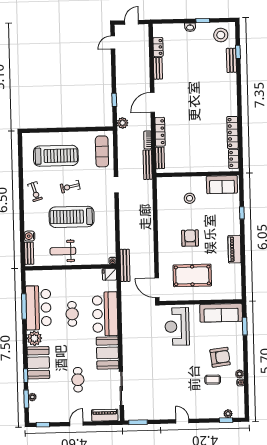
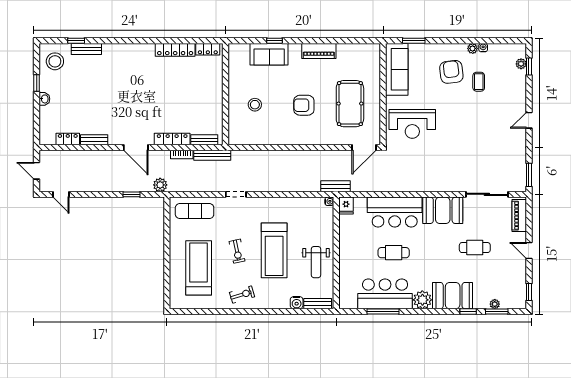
sofa: (222, 185) -> (269, 54), moved, turned 90
bench: (125, 265) -> (335, 186), width x0.73

